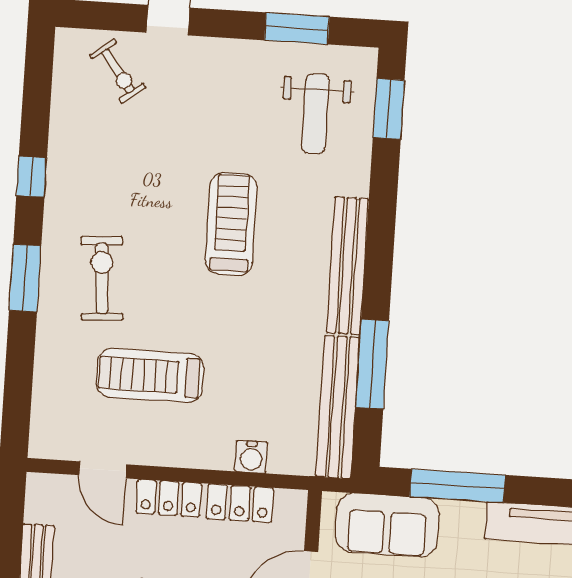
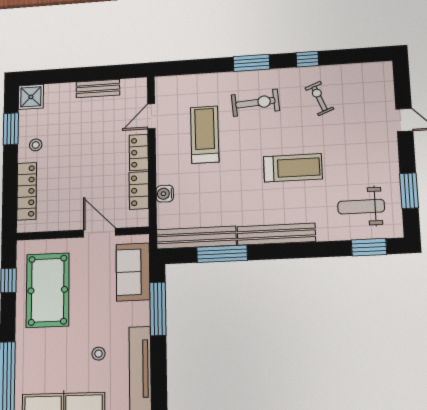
exercise bike: (118, 71) -> (319, 98), moved, turned 105

